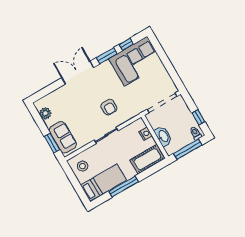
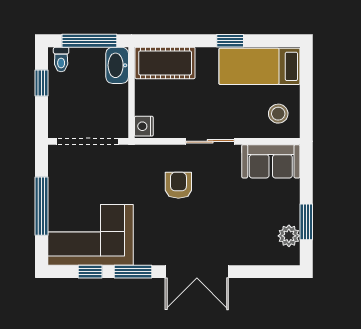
window: (166, 61) -> (41, 206), added
nightstand: (146, 134) -> (144, 126), moved
washbasin: (163, 136) -> (117, 65), moved
sofa: (63, 137) -> (271, 161), moved, turned -90
window: (52, 143) -> (306, 222), moved
window: (124, 187) -> (230, 41), width x0.46

